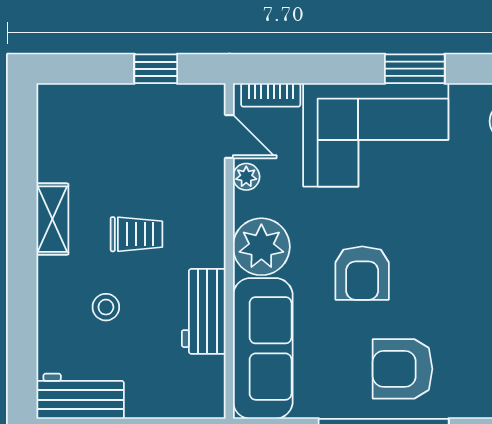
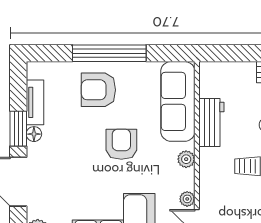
plant: (261, 247) -> (186, 159), width x0.53, depth x0.53
armchair: (403, 369) -> (98, 90), turned 180

